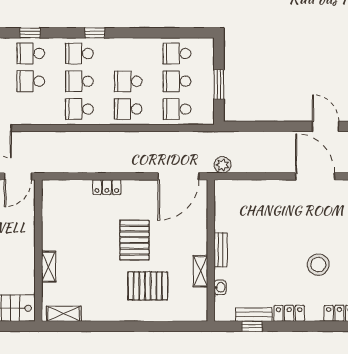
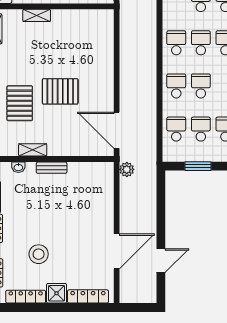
locker: (107, 187) -> (107, 67), removed

